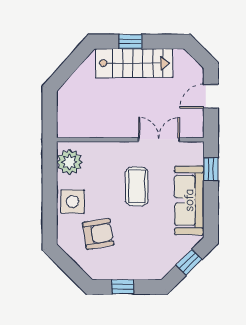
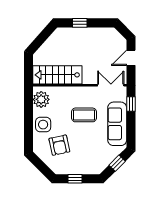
stairs: (134, 63) -> (57, 75), moved, turned 180
double door: (159, 140) -> (111, 85), moved
coffee table: (137, 186) -> (84, 115), turned 90
armchair: (98, 234) -> (59, 145), turned 87

